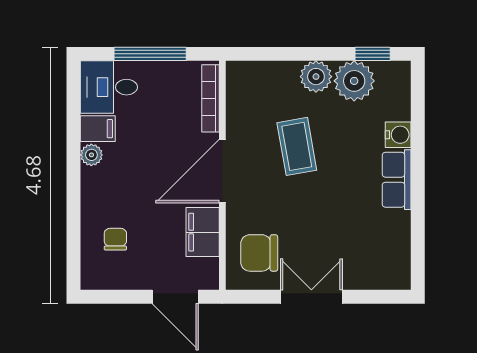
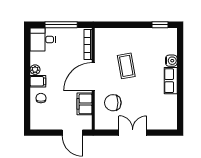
plant: (316, 77) -> (135, 35), removed
plant: (354, 81) -> (152, 37), removed
filing cabinet: (98, 129) -> (38, 81), moved
chair: (115, 239) -> (41, 98), moved
chair: (259, 253) -> (113, 103), moved

